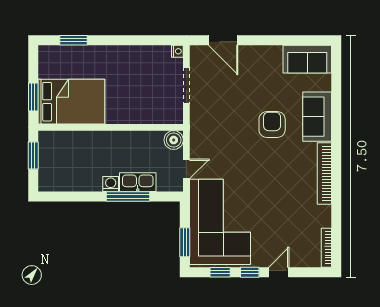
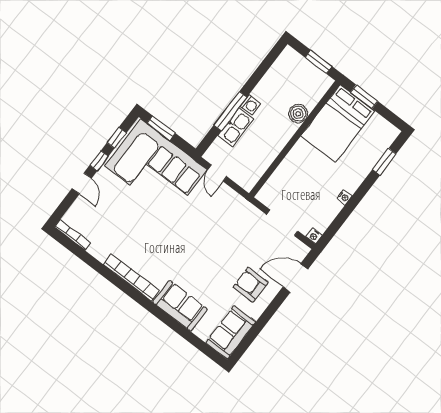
nightstand: (127, 51) -> (344, 197), added
armchair: (272, 125) -> (251, 285), moved, turned 180
boiler: (174, 140) -> (298, 114), moved

